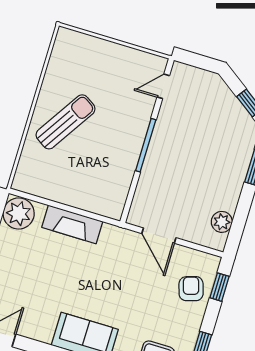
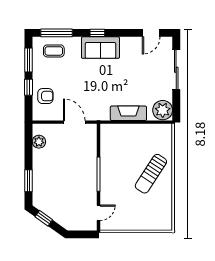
window: (220, 287) -> (28, 87), moved
armchair: (191, 289) -> (45, 96), turned -73

